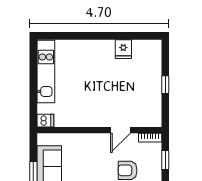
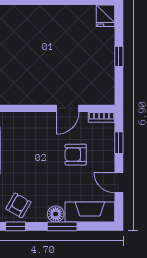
fridge: (123, 49) -> (105, 16), moved

